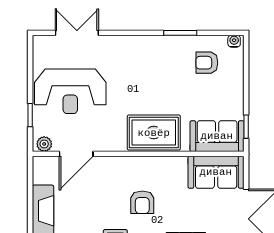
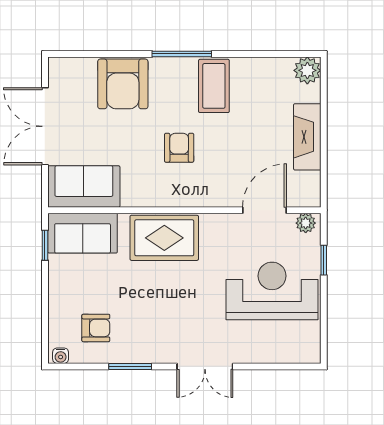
double door: (77, 33) -> (205, 366), moved

